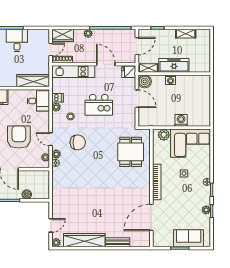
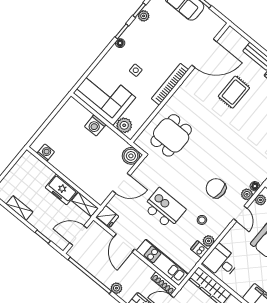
freezer: (174, 65) -> (61, 189), width x0.71
washing machine: (171, 80) -> (46, 153), moved
boiler: (145, 81) -> (131, 156), moved
door: (137, 99) -> (121, 183), swing flipped
rug: (114, 209) -> (234, 92), added

